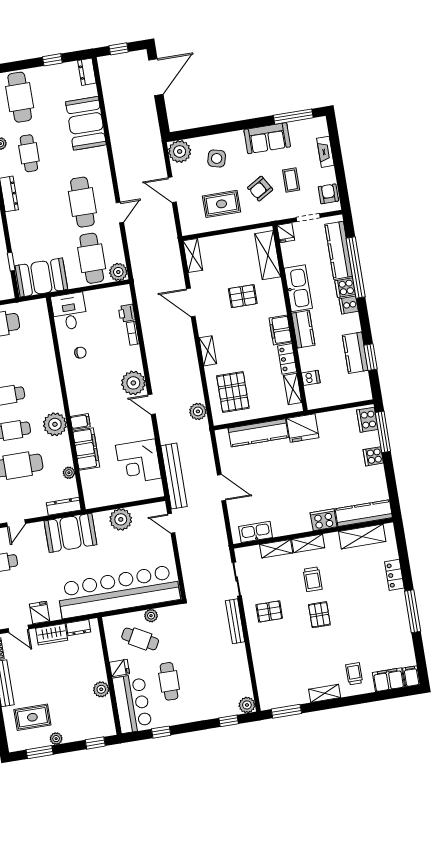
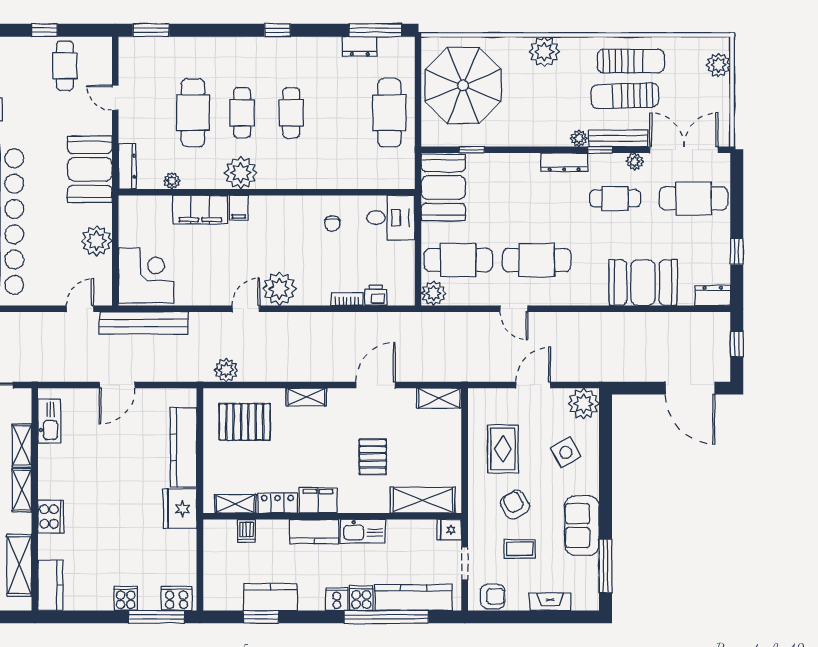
side table: (217, 158) -> (566, 452), turned 45
kitchen sink: (298, 288) -> (363, 531), width x0.73, depth x0.81
corner desk: (138, 462) -> (146, 275), moved, turned 90
kitchen counter: (364, 513) -> (51, 585), width x0.67

